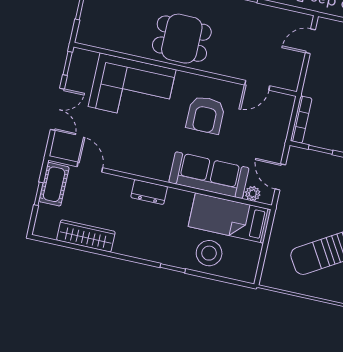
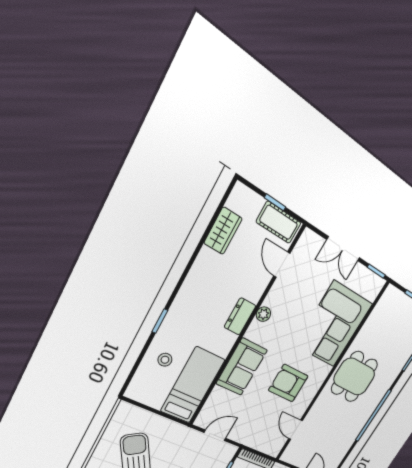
door: (90, 167) -> (282, 265), swing flipped
sofa: (209, 175) -> (242, 367), width x0.73
plant: (253, 194) -> (263, 314), moved
wardrobe: (86, 236) -> (223, 231), width x0.67
stool: (209, 253) -> (165, 360), width x0.53, depth x0.53

